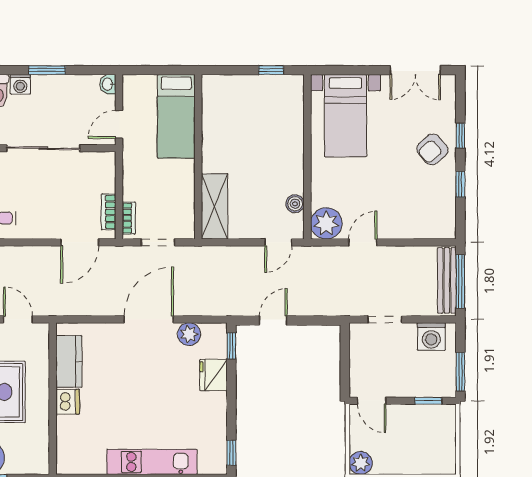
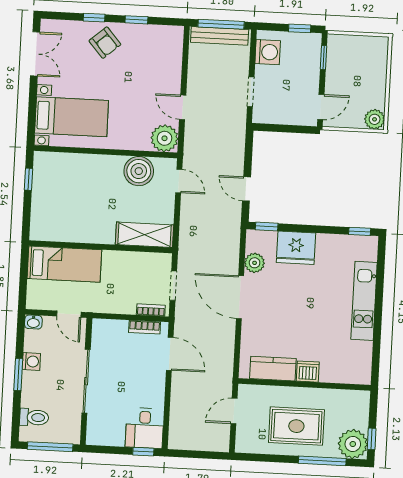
washing machine: (20, 84) -> (31, 361), moved
boiler: (295, 204) -> (139, 171), width x1.86, depth x1.86
window: (460, 372) -> (300, 28), width x0.67
fridge: (213, 375) -> (296, 248), width x1.36, depth x1.34

